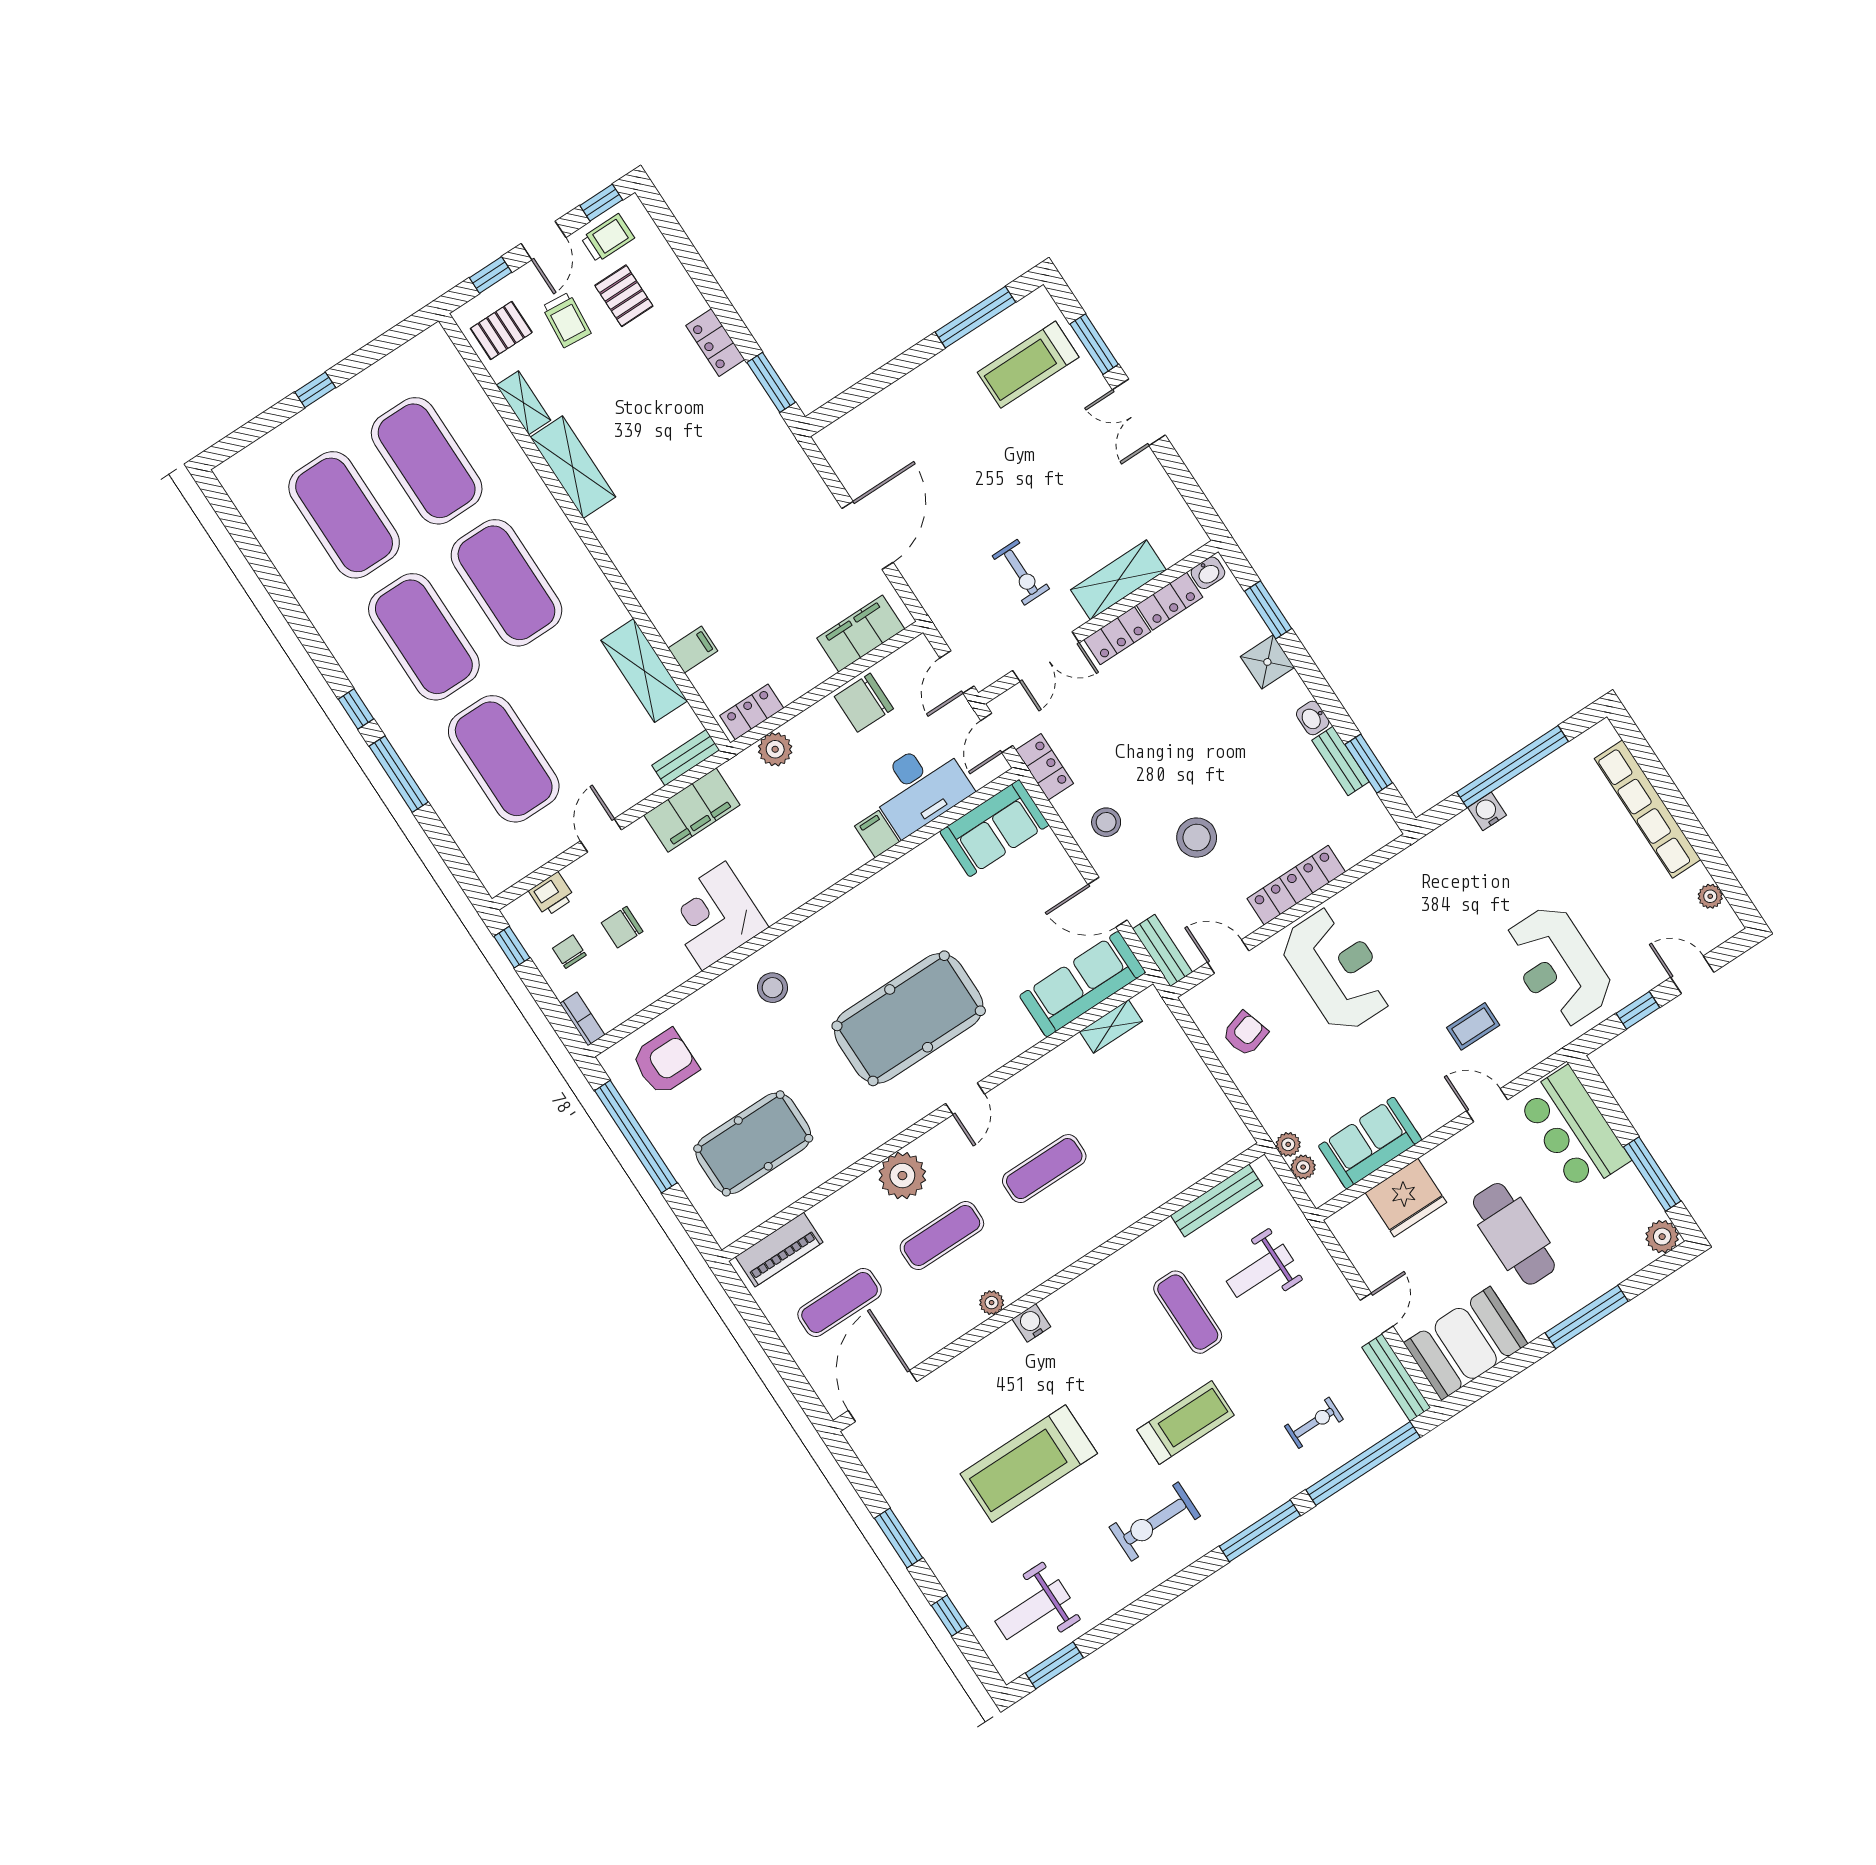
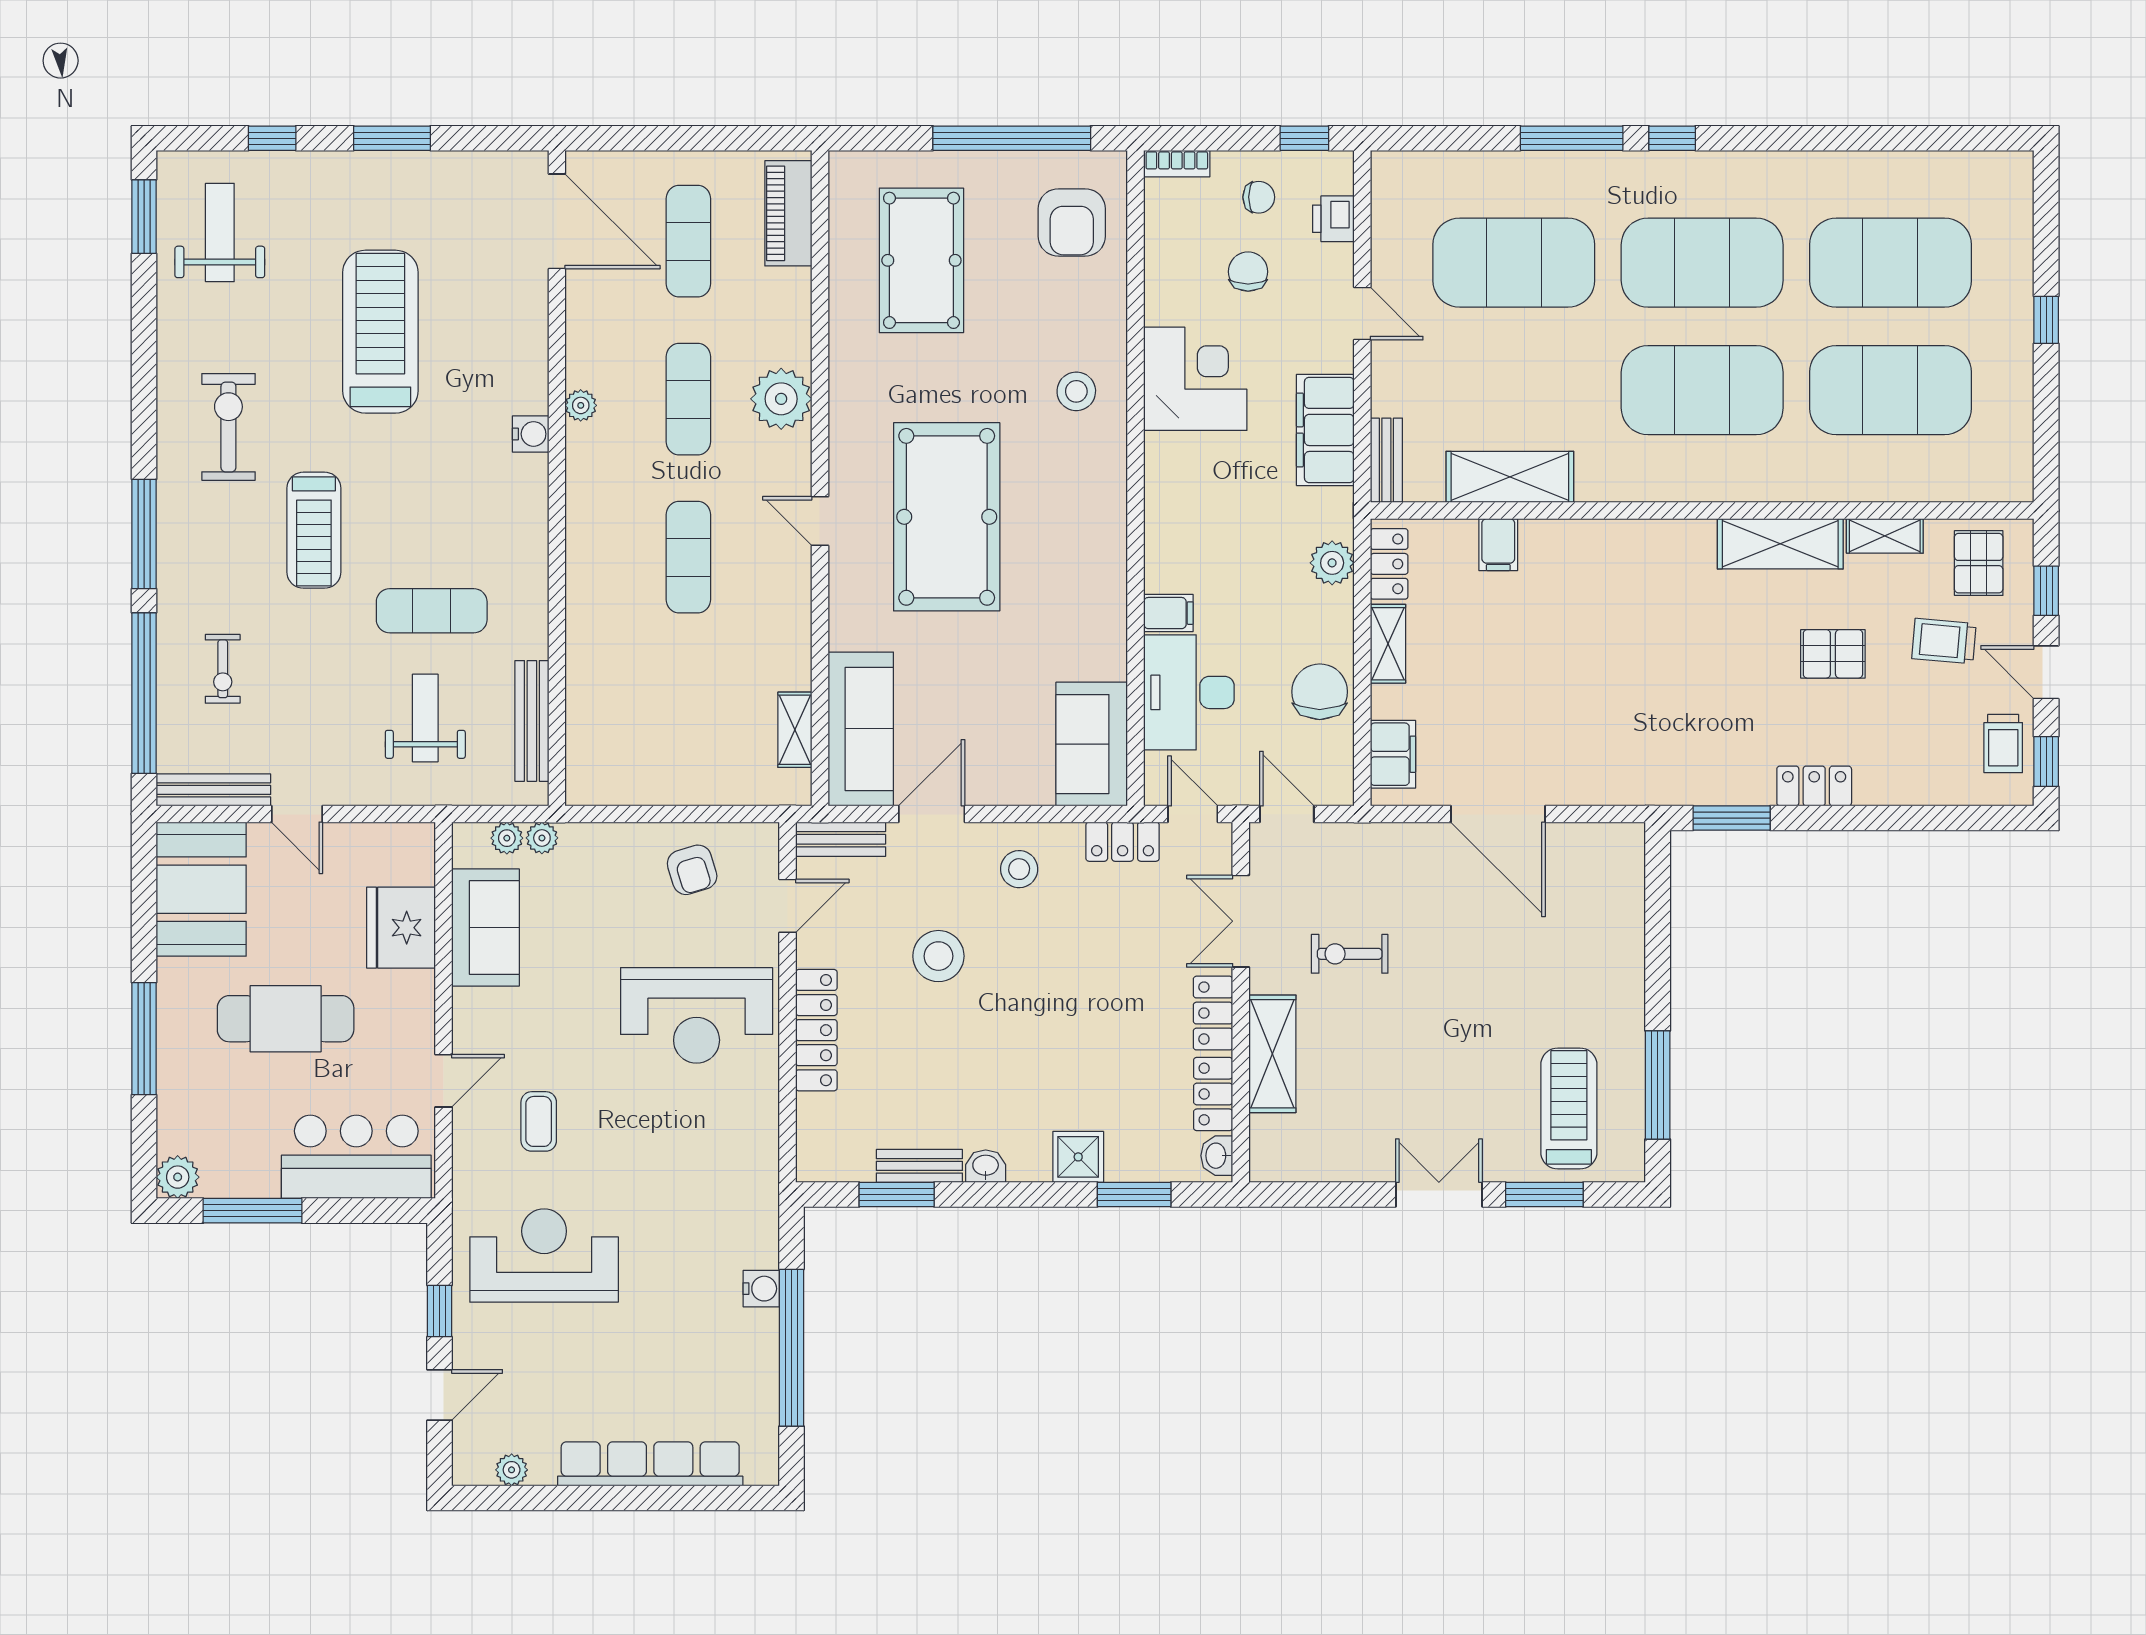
pallet: (624, 296) -> (1833, 654), moved
filing cabinet: (861, 634) -> (1393, 754), width x0.67, depth x0.86
shelving: (804, 679) -> (1388, 644), added

